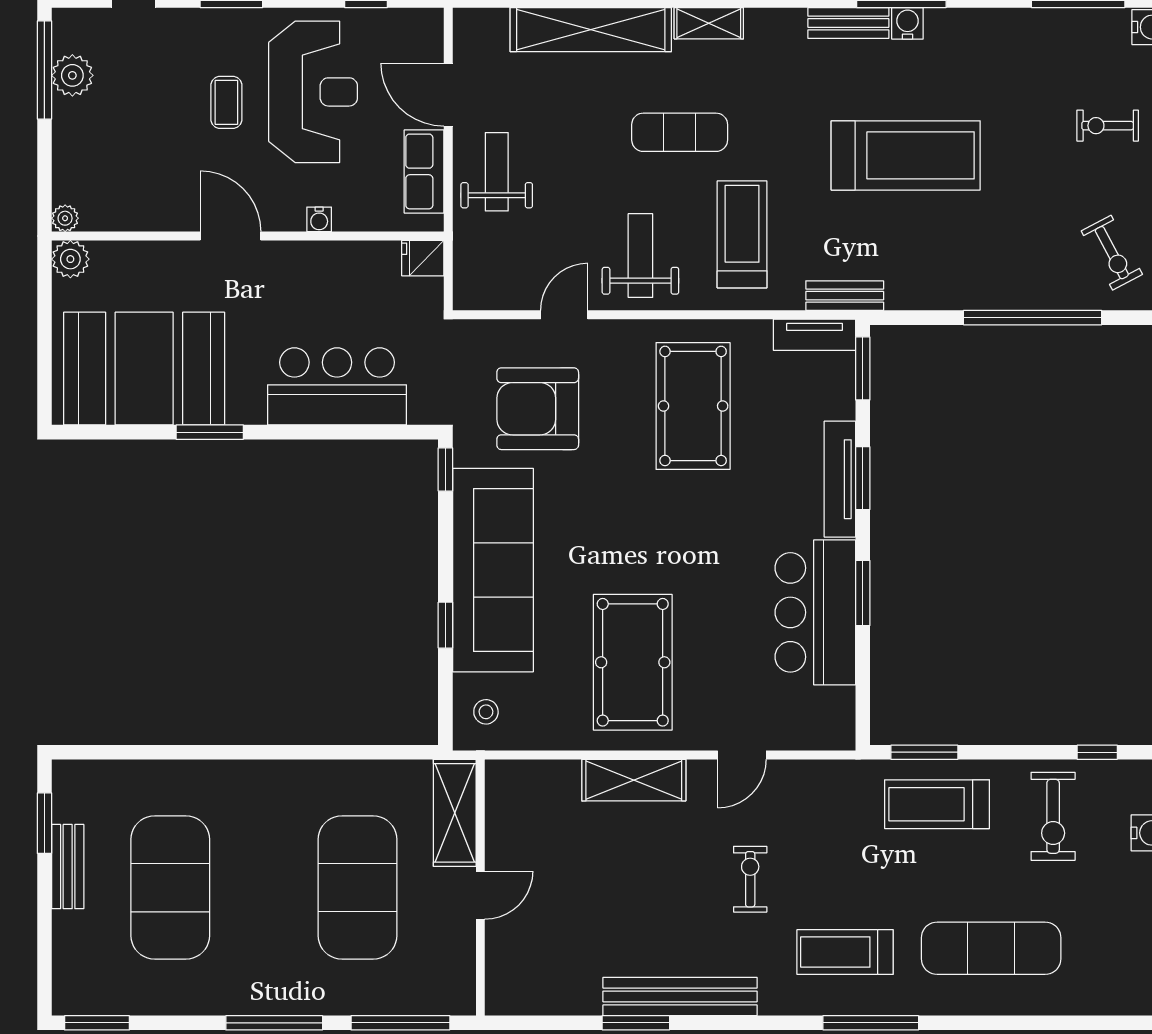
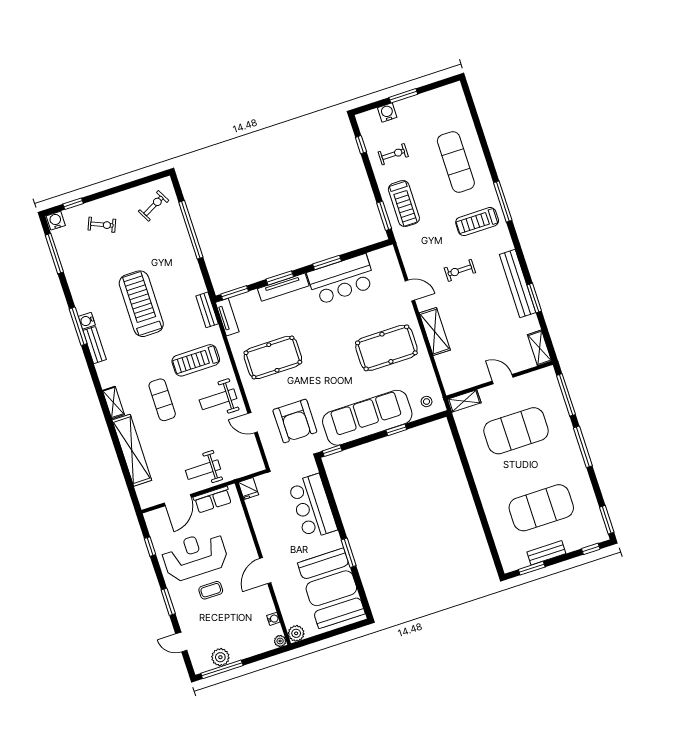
exercise bike: (1108, 126) -> (102, 225), turned -67
water cooler: (319, 219) -> (273, 619), moved
shelving: (455, 813) -> (464, 401), width x0.67, depth x0.75
exercise bike: (1053, 816) -> (393, 154), width x0.73, depth x0.72
treadmill: (845, 952) -> (477, 222), turned 90
window: (44, 967) -> (591, 549), added
shelving: (523, 999) -> (540, 348), added

